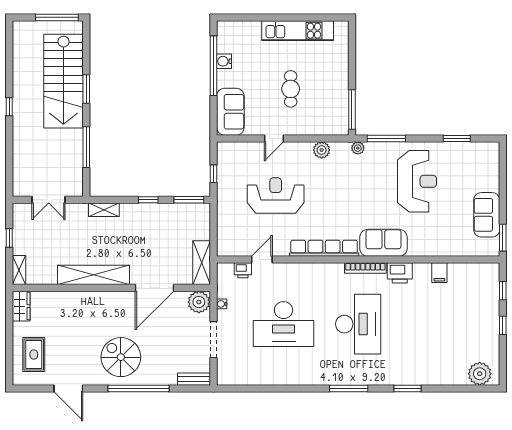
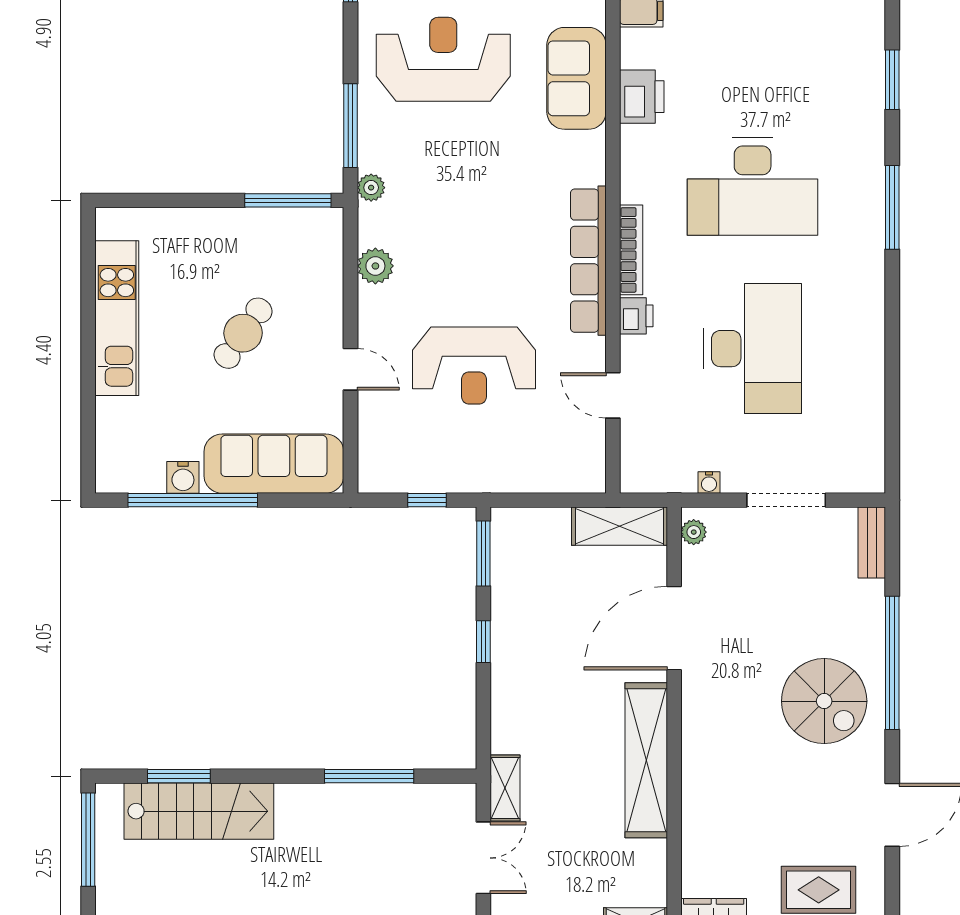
stairs: (63, 81) -> (199, 811), width x0.73, depth x0.66
window: (86, 89) -> (179, 776), moved
cafe table: (291, 89) -> (243, 333), turned -55
sofa: (230, 112) -> (274, 464), width x1.36
reception desk: (276, 196) -> (474, 366), turned -90
shelving: (104, 210) -> (505, 788), moved
sofa: (383, 243) -> (576, 78), moved
bookcase: (365, 268) -> (631, 250), moved
printer: (243, 270) -> (636, 316), moved
door: (154, 288) -> (674, 628), swing flipped
plant: (199, 302) -> (694, 532), width x0.53, depth x0.53
desk: (358, 324) -> (753, 187), turned 180
spiral stairs: (121, 357) -> (824, 701), turned -90

